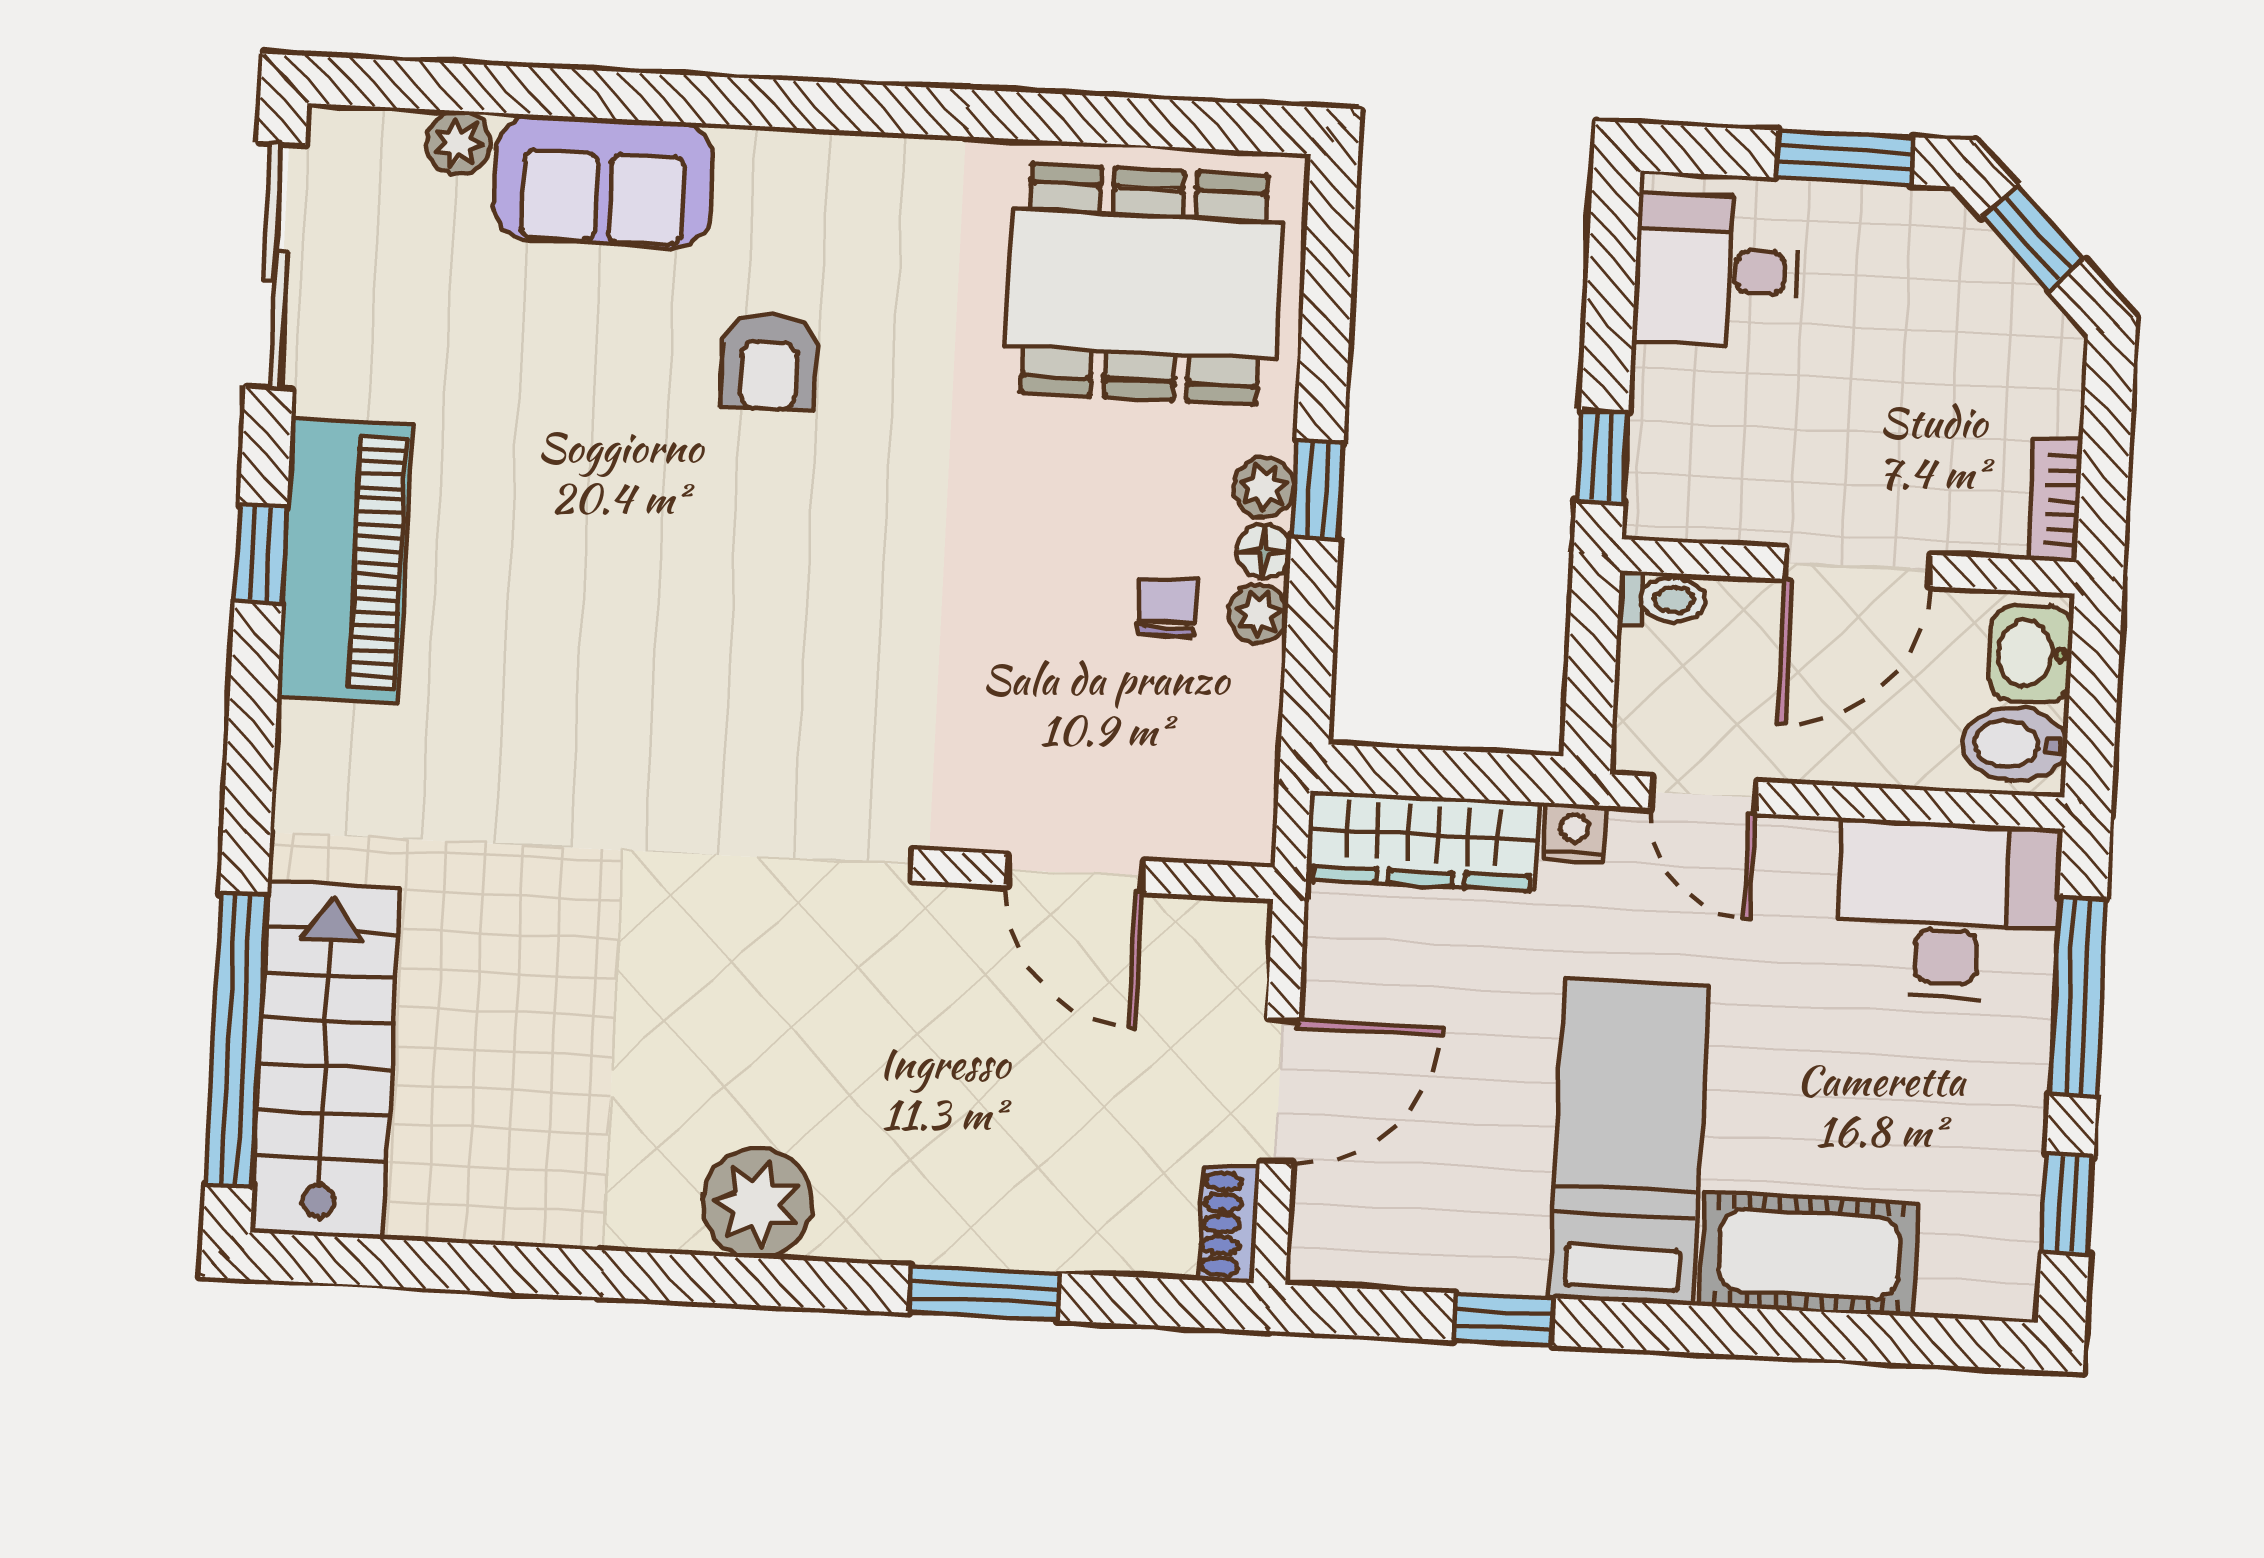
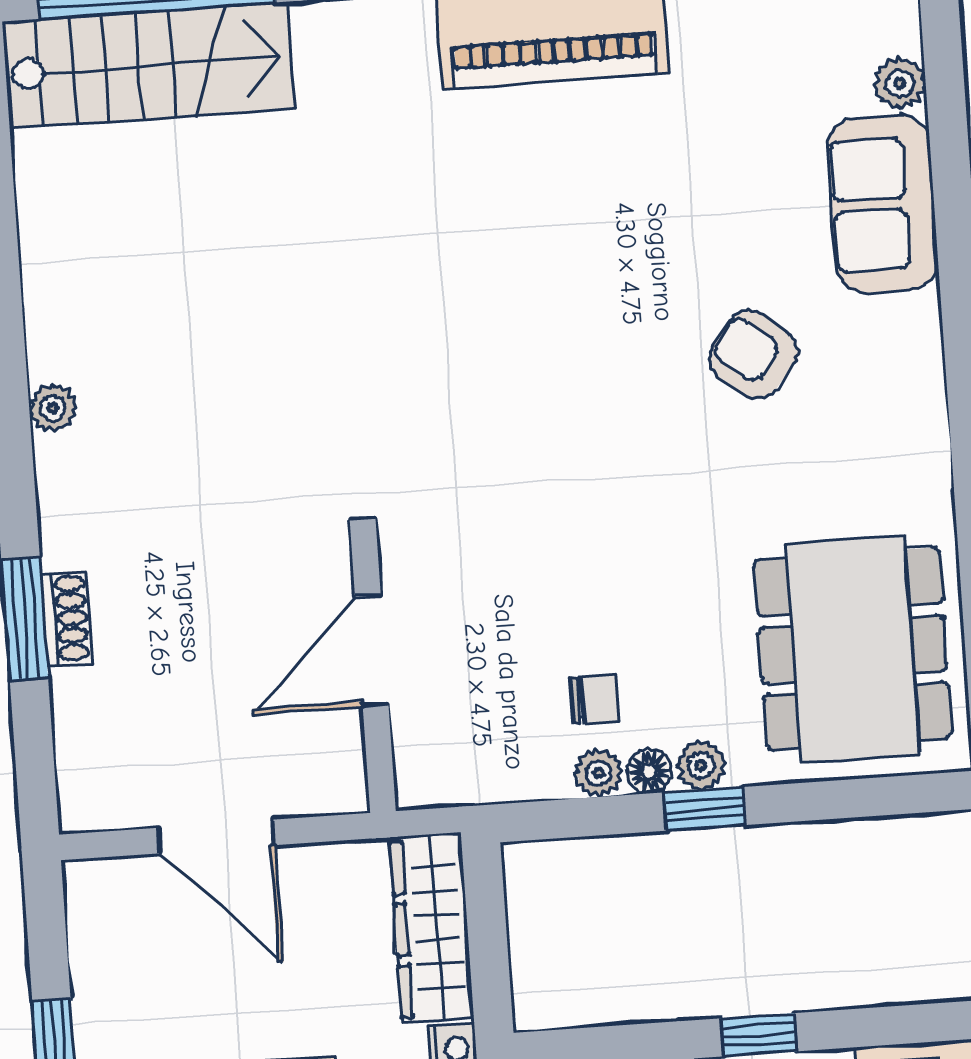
armchair: (769, 362) -> (754, 355), turned 39
plant: (758, 1203) -> (53, 408), width x0.53, depth x0.53
shoe rack: (1229, 1224) -> (67, 618), moved, turned 90

